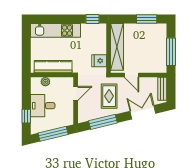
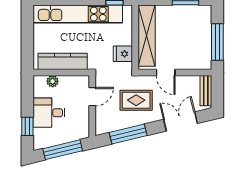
kitchen unit: (56, 30) -> (78, 14), width x1.36
rug: (109, 96) -> (136, 100), turned 90

